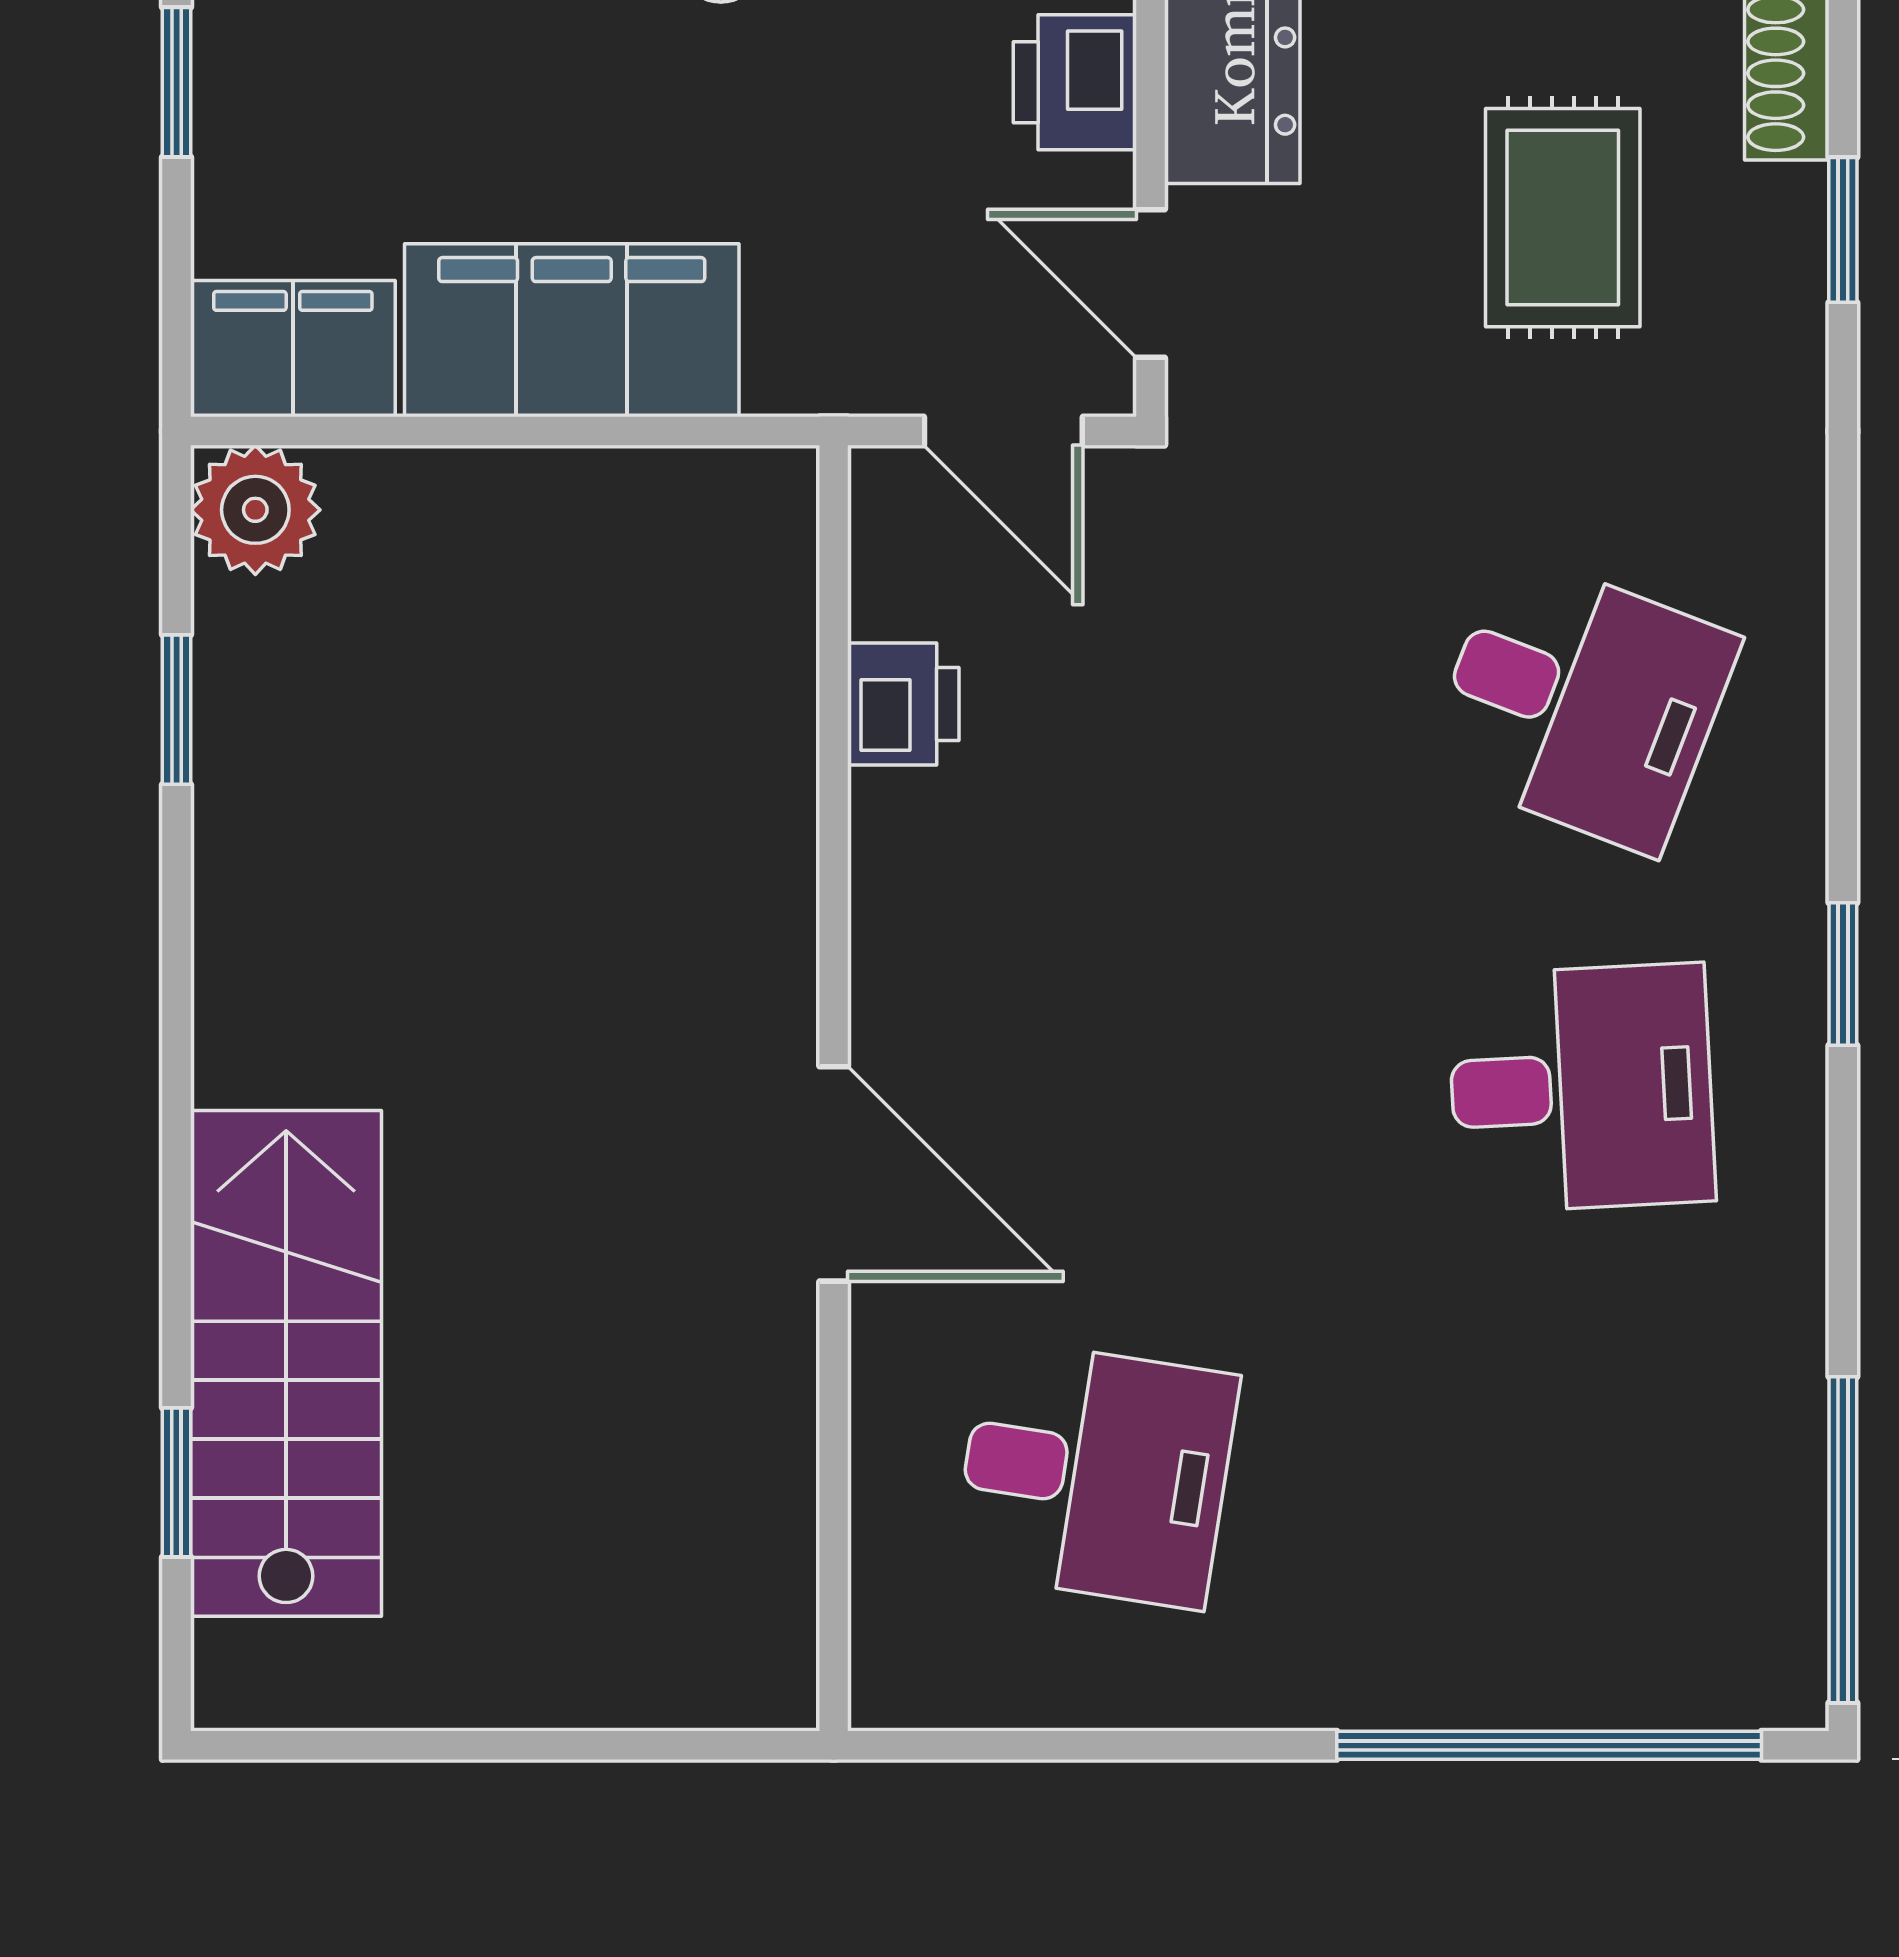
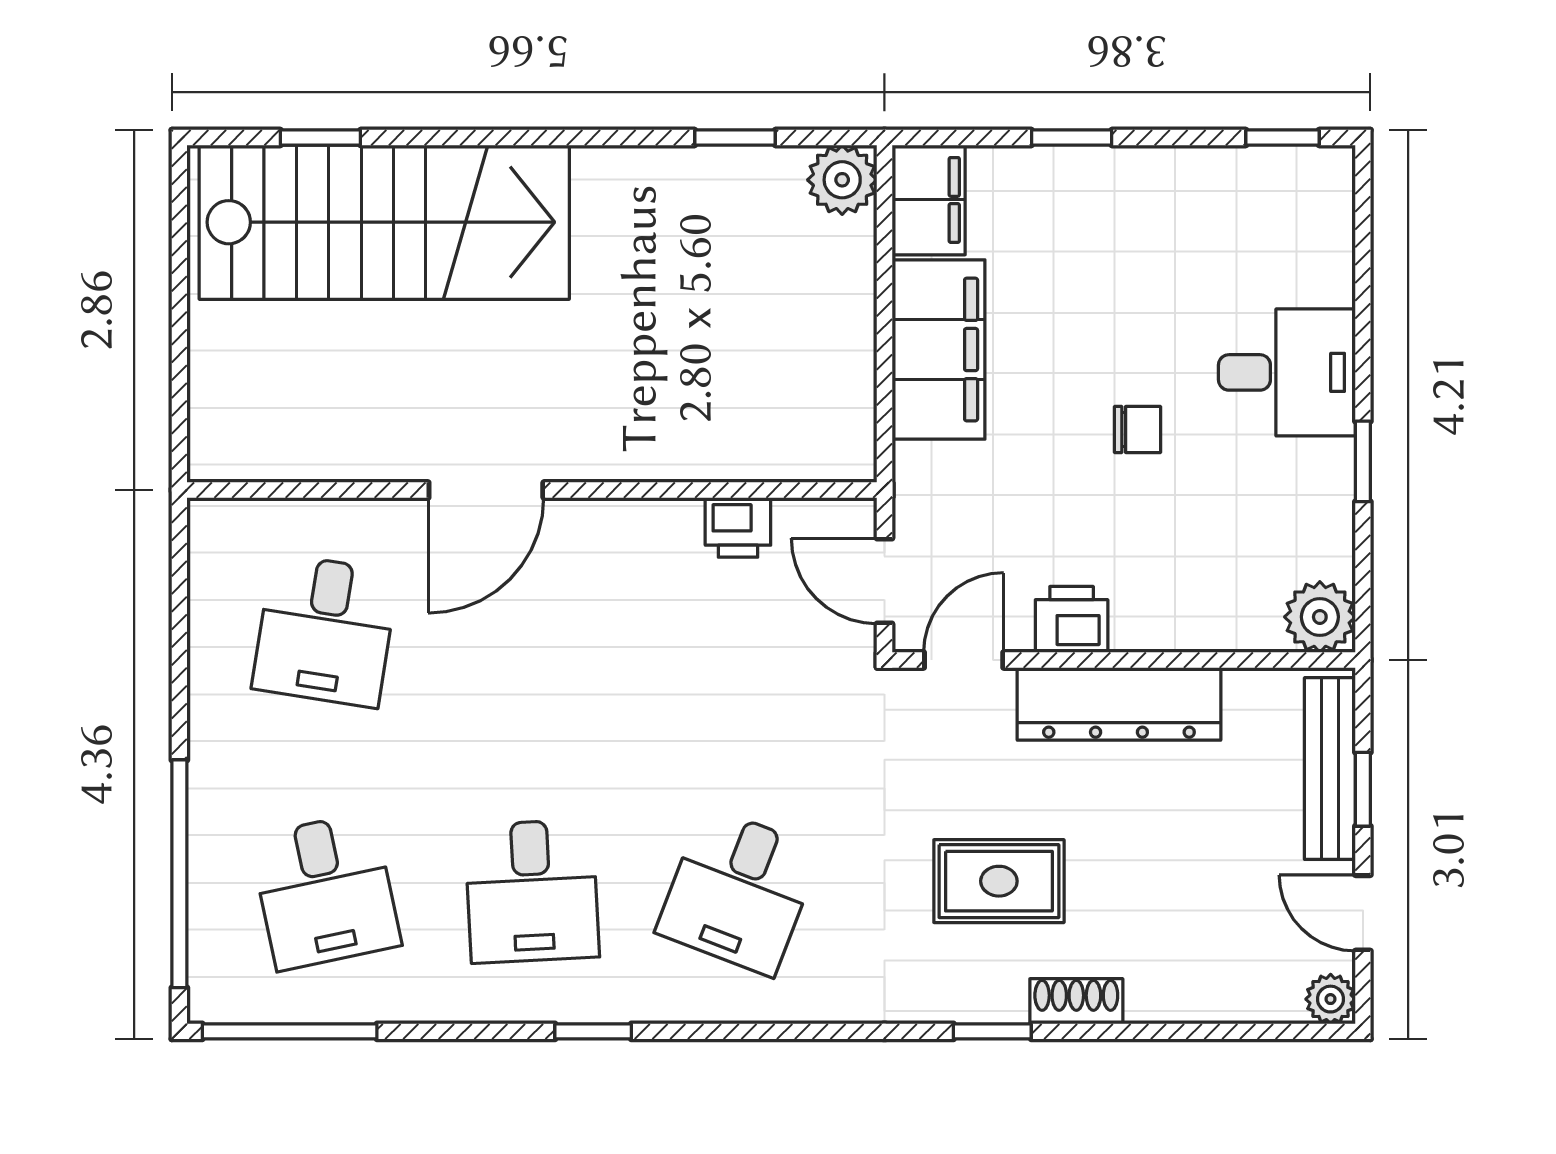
door: (1003, 431) -> (884, 581), hinge flipped
stairs: (286, 1363) -> (384, 222), width x1.36, depth x1.51
desk: (1581, 1473) -> (325, 891), added

